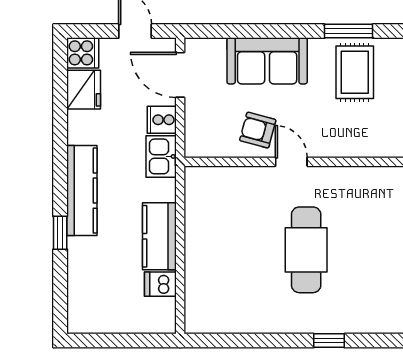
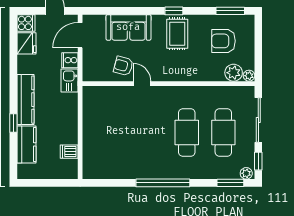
window: (349, 31) -> (174, 11), width x0.67
door: (180, 75) -> (80, 35), hinge flipped
kitchen counter: (159, 236) -> (26, 144), moved, turned 180
cafe table: (306, 250) -> (187, 132), moved
window: (329, 341) -> (163, 183), width x3.17

